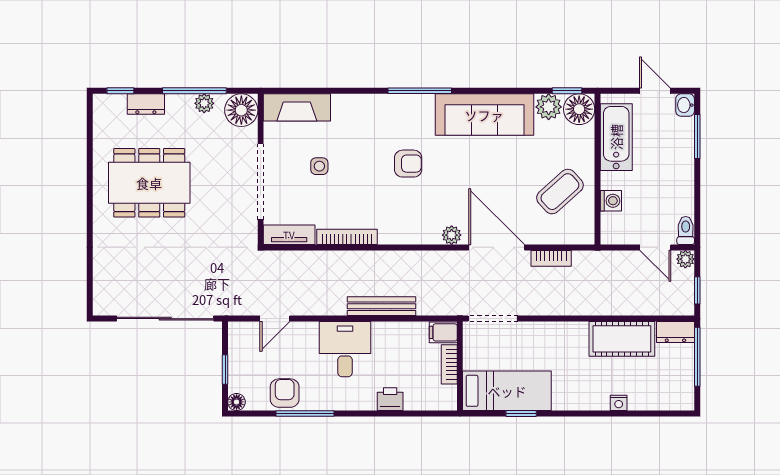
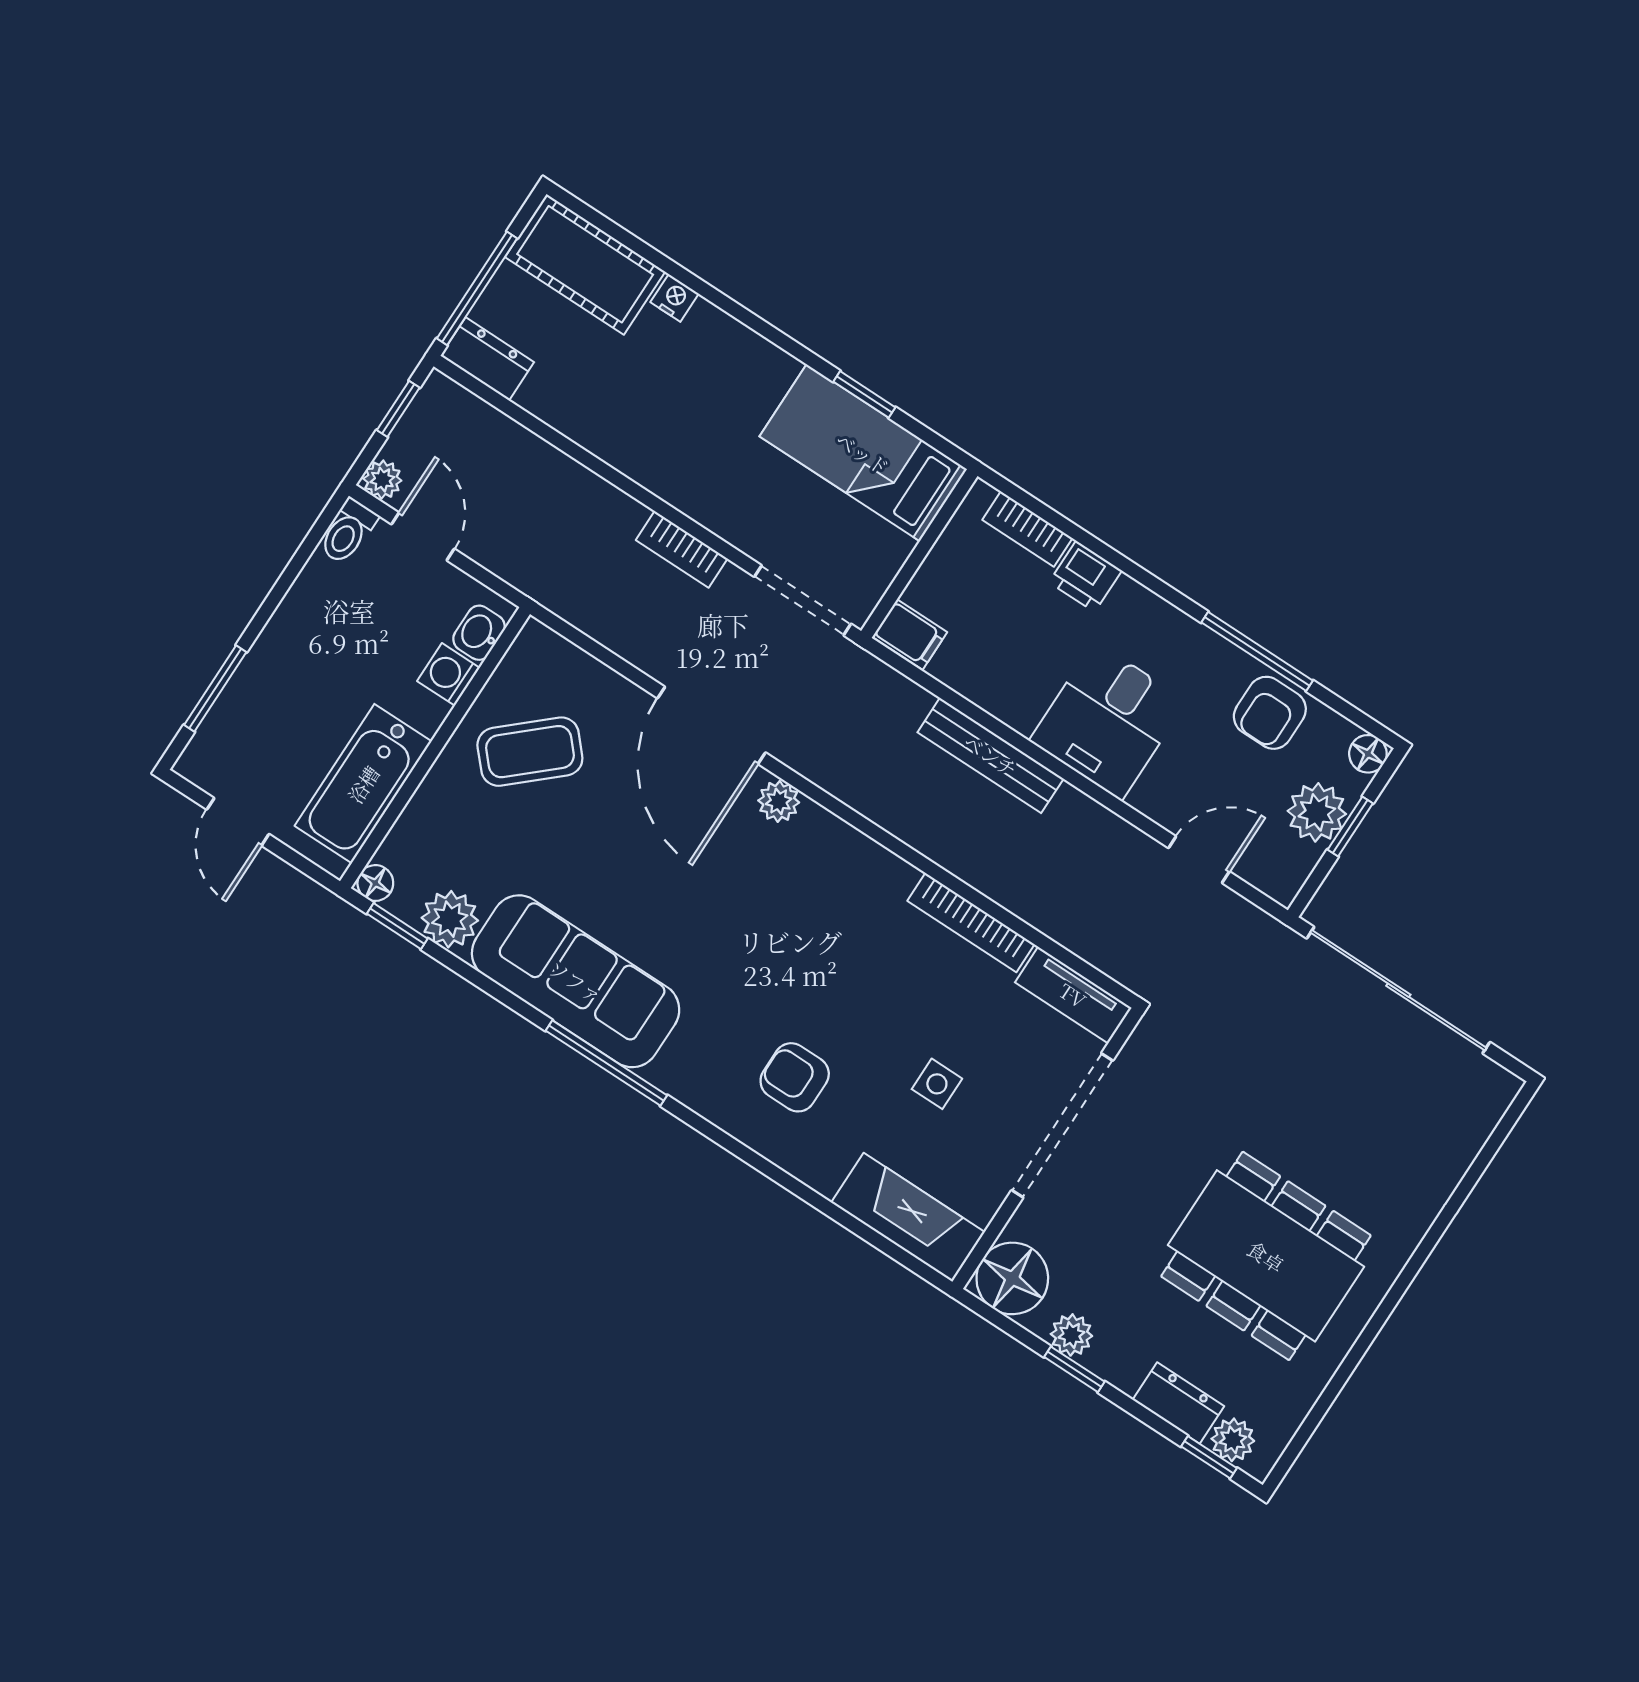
window: (194, 91) -> (1074, 1369), width x0.46
window: (420, 91) -> (606, 1063), moved
plant: (116, 104) -> (1233, 1440), added
washbasin: (685, 105) -> (479, 633), moved, turned 180
floor lamp: (579, 109) -> (375, 883), width x0.53, depth x0.53
armchair: (408, 164) -> (795, 1077), moved
bookcase: (551, 258) -> (682, 549), moved, turned 180
cot: (622, 339) -> (585, 264), moved
bookcase: (449, 364) -> (1027, 529), moved, turned 90
plant: (241, 367) -> (1317, 812), added

